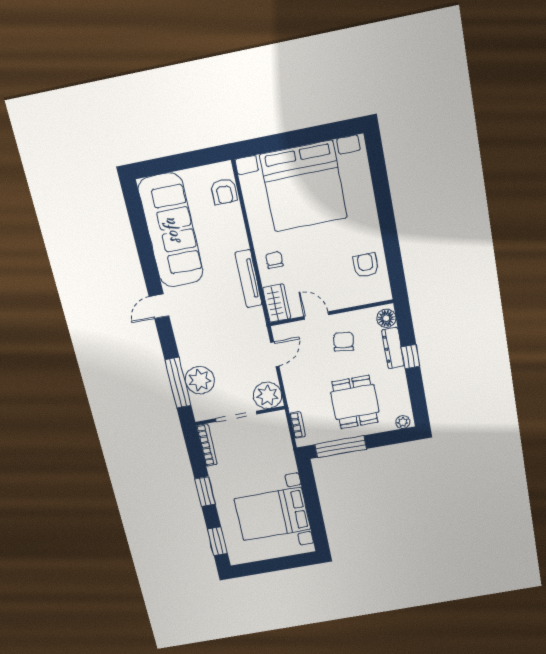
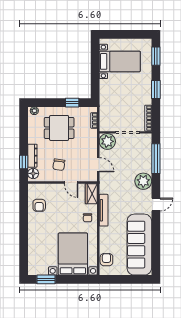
window: (328, 132) -> (46, 279), added
bed with nightstands: (304, 186) -> (73, 254), width x0.73
door: (275, 354) -> (98, 165), swing flipped
window: (410, 357) -> (24, 162), moved
plant: (200, 380) -> (143, 181), moved
dining table: (355, 402) -> (59, 128), turned 90
window: (341, 447) -> (72, 103), width x0.46
bed with nightstands: (272, 514) -> (120, 61), width x0.73

